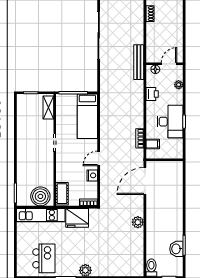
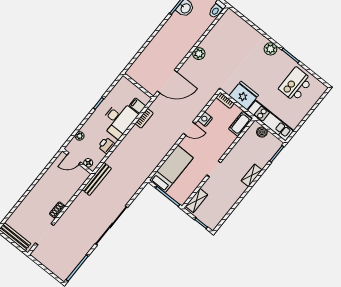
desk: (170, 122) -> (119, 119), moved, turned 180
shelving: (21, 161) -> (252, 175), added
boiler: (40, 196) -> (262, 132), width x0.54, depth x0.54

